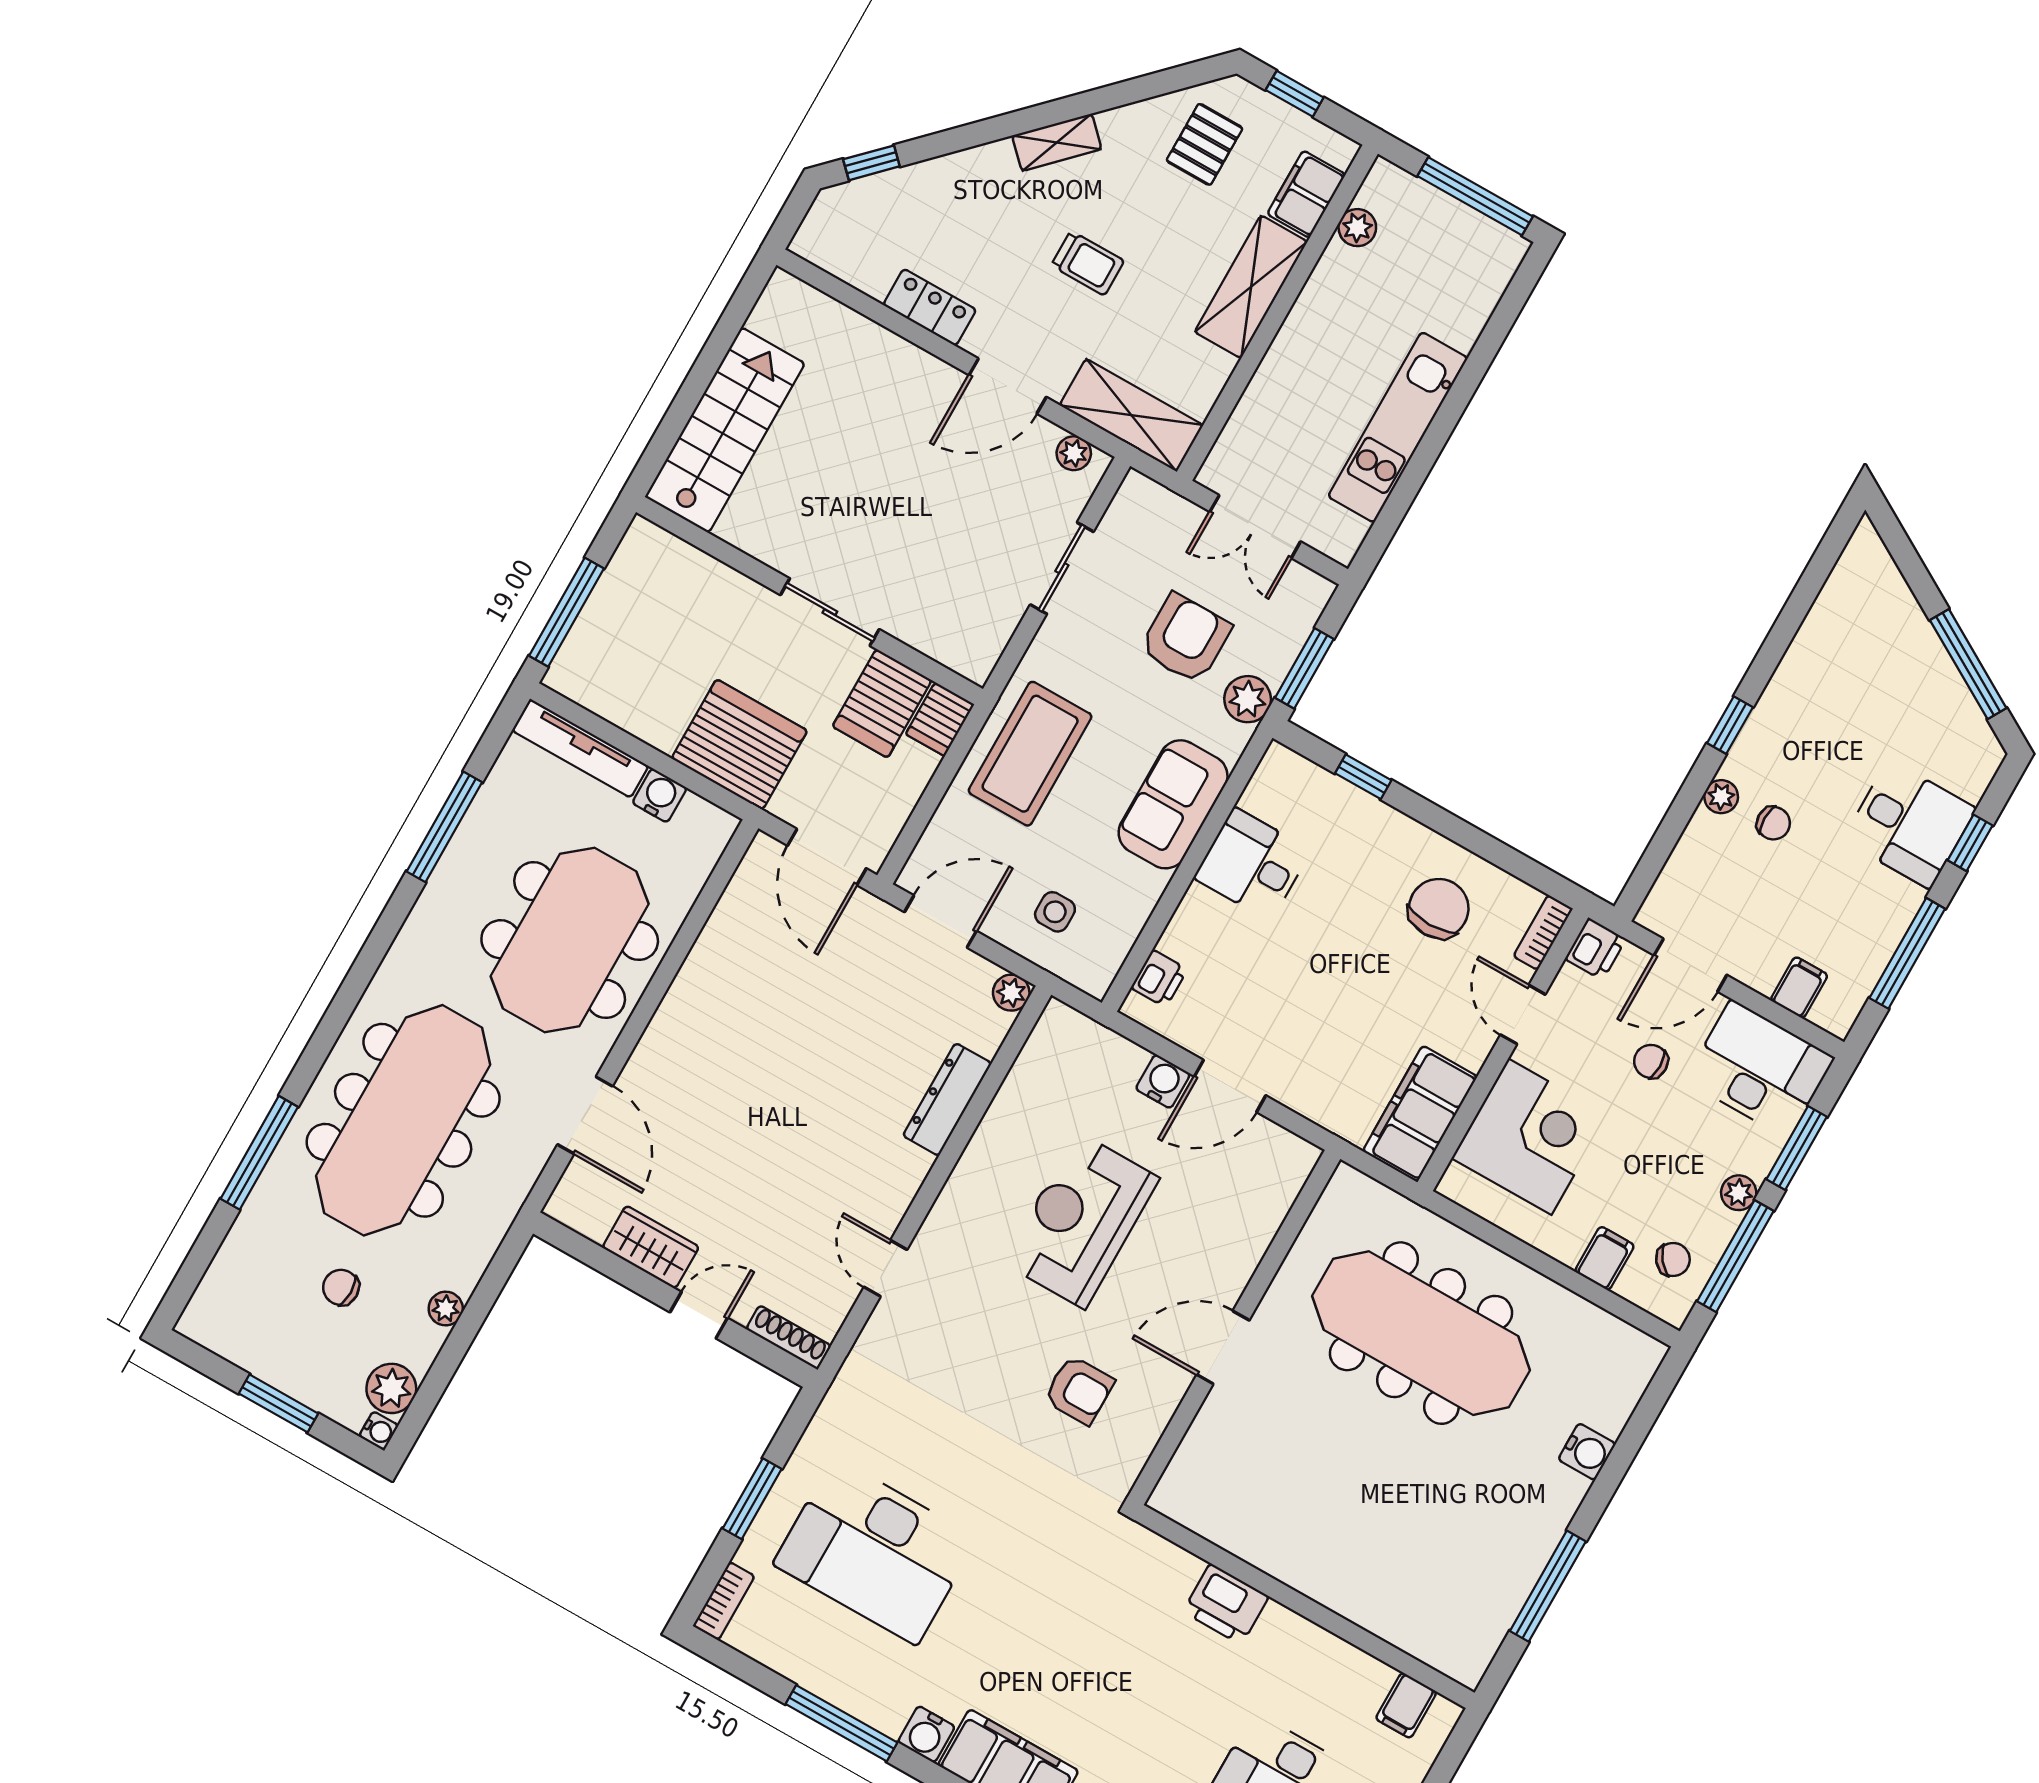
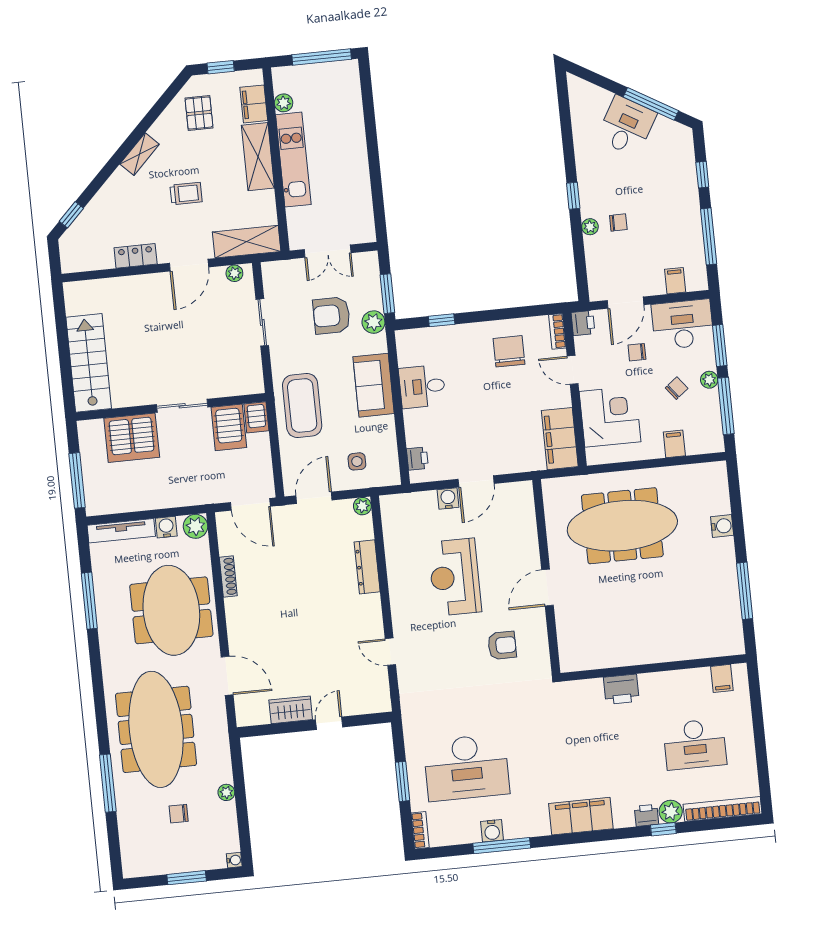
kitchen unit: (1398, 427) -> (293, 160), moved, turned 180
armchair: (1186, 639) -> (332, 315), turned -90
server rack: (739, 744) -> (132, 438), moved, turned 180
desk: (1909, 824) -> (626, 126), moved, turned -60
chair: (1673, 1259) -> (677, 388), moved
shoe rack: (789, 1337) -> (228, 576), moved, turned 90
plant: (391, 1388) -> (195, 526), moved
water cooler: (926, 1734) -> (492, 831), moved

